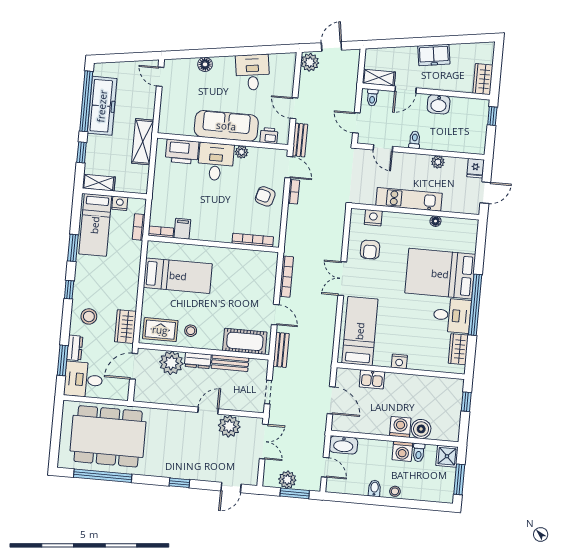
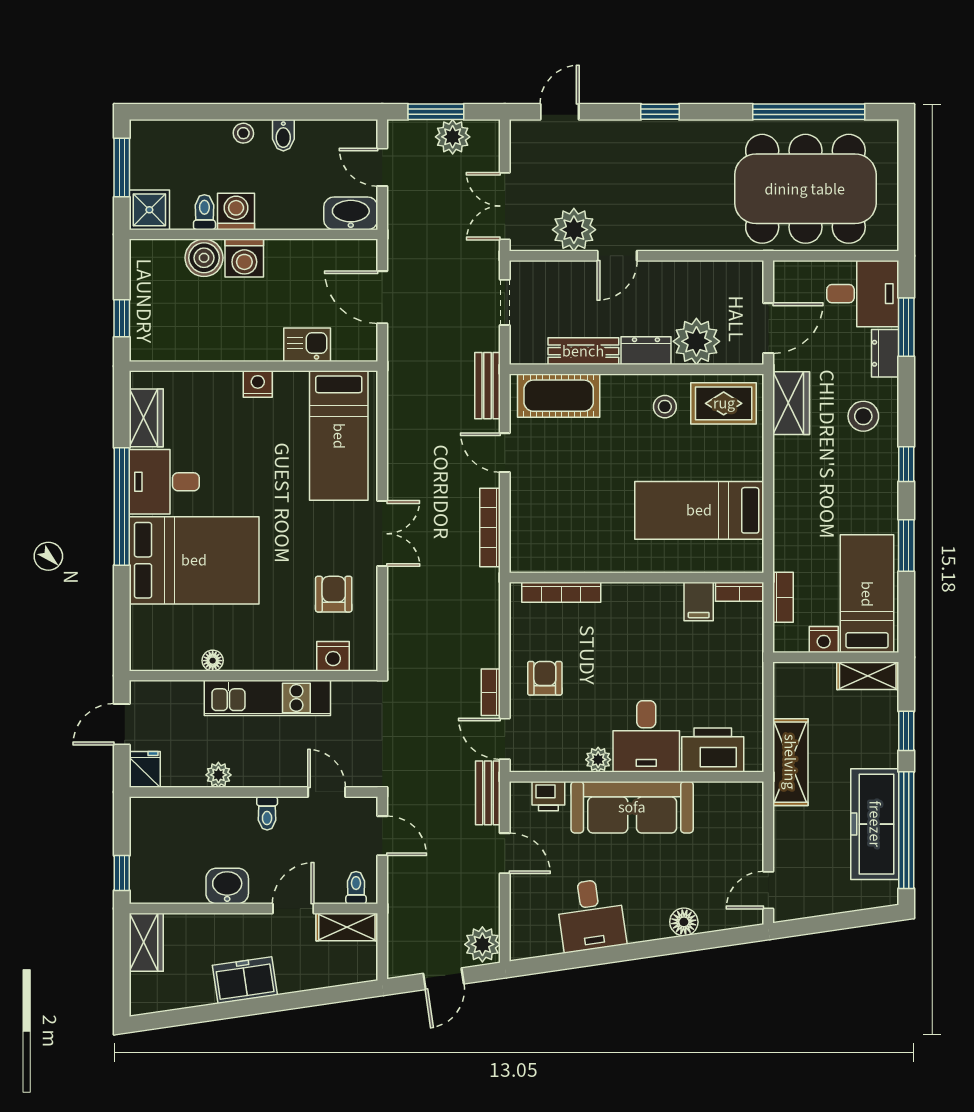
door: (160, 77) -> (768, 890), swing flipped
armchair: (265, 196) -> (545, 678), turned -106

